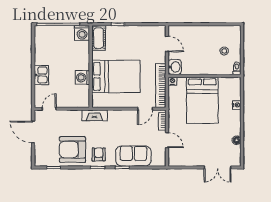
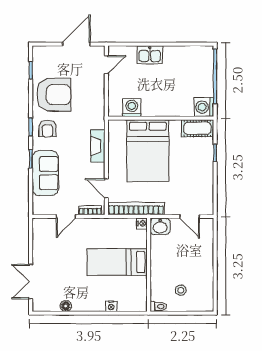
door: (167, 44) -> (190, 216), hinge flipped
washing machine: (83, 77) -> (132, 108), moved
bed: (202, 100) -> (117, 262), width x0.67
door: (49, 109) -> (106, 65), hinge flipped
fireplace: (94, 115) -> (98, 146), moved
armchair: (72, 149) -> (54, 95), turned 90
armchair: (99, 154) -> (47, 128), turned 90

